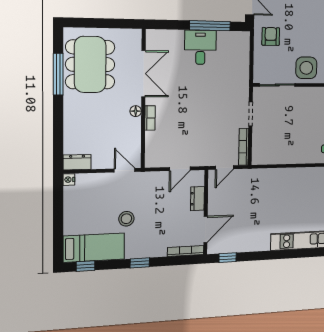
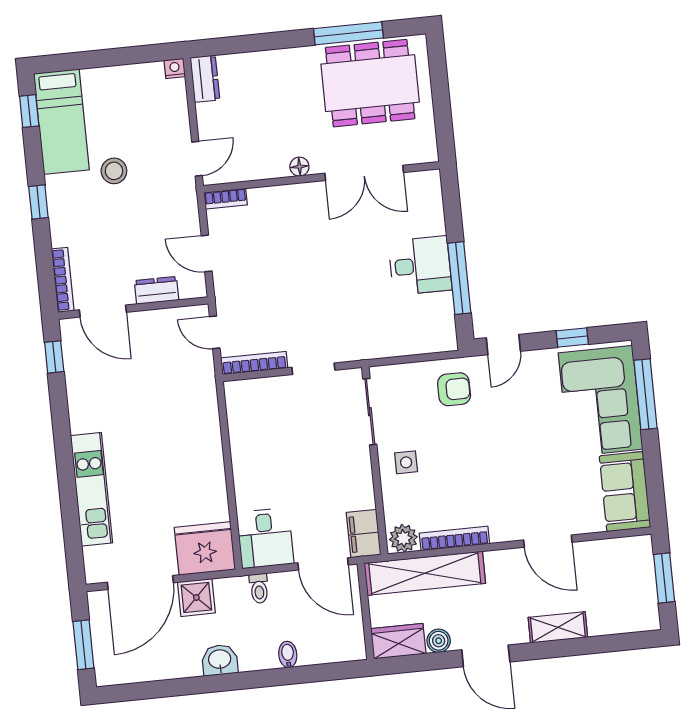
side table: (306, 68) -> (406, 462), width x0.54, depth x0.54
bookcase: (150, 118) -> (226, 199), moved

